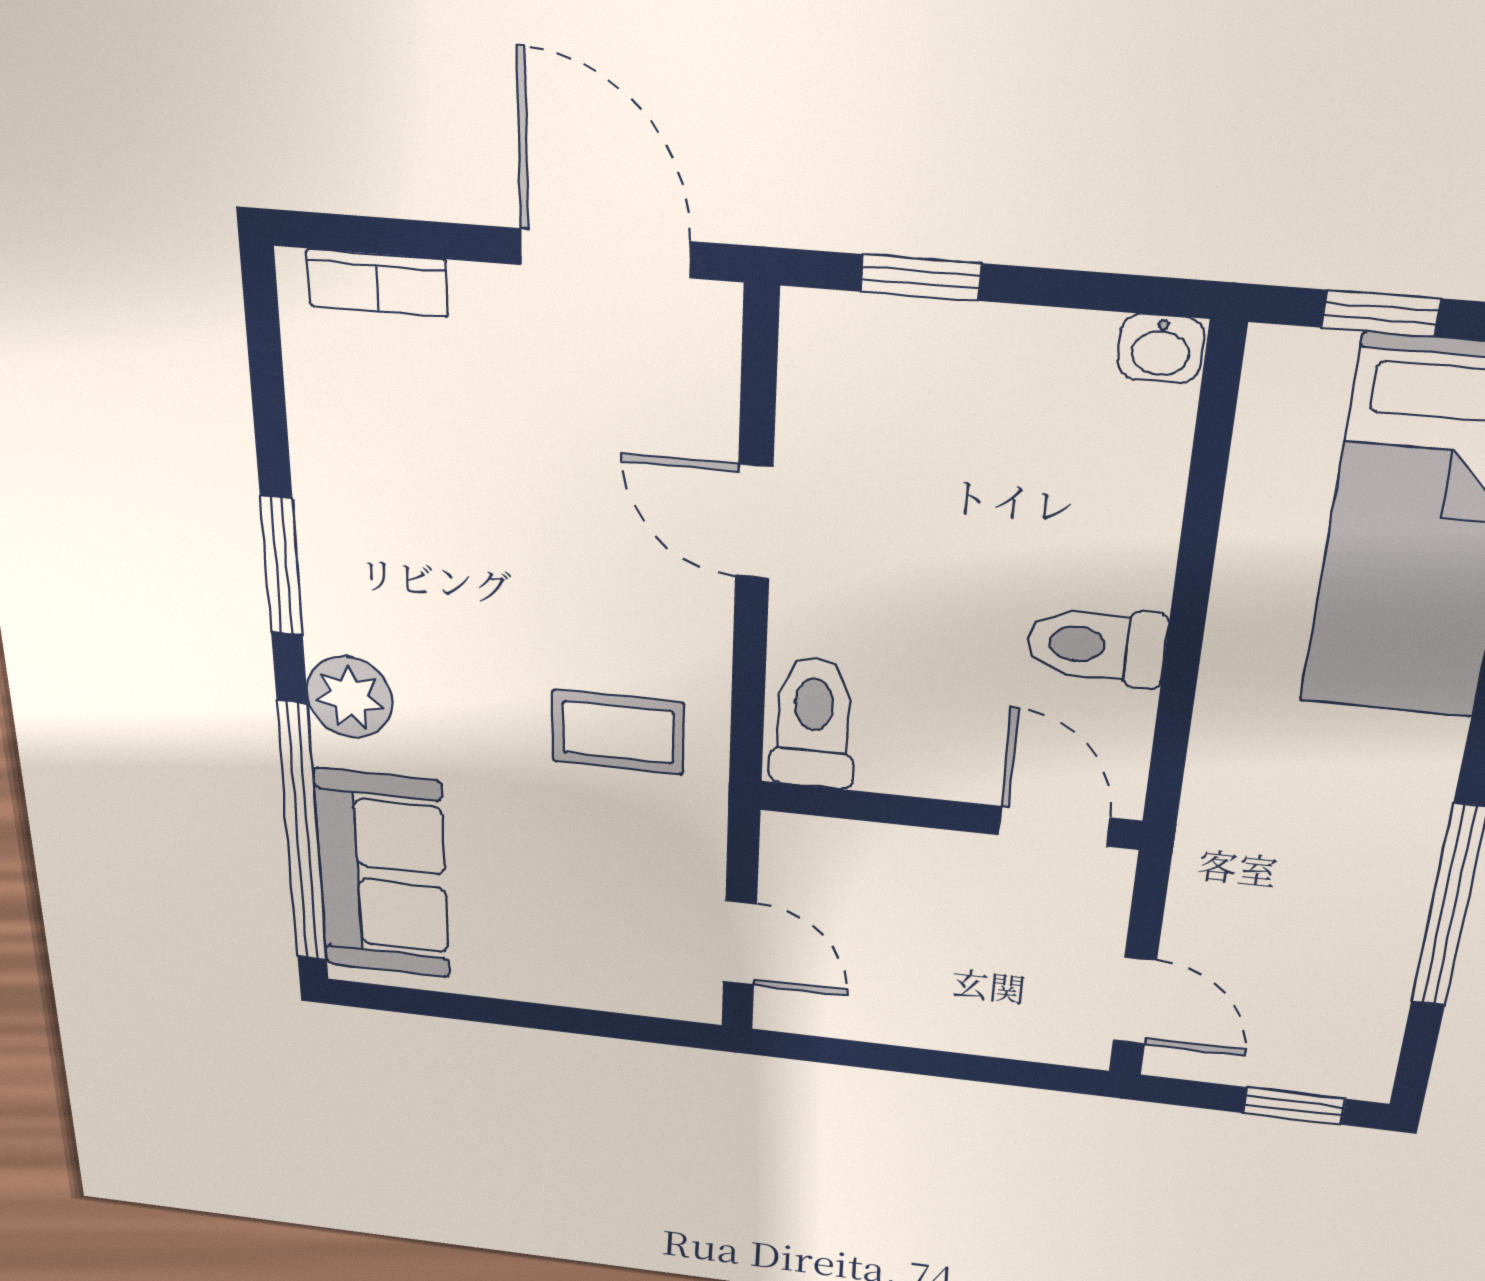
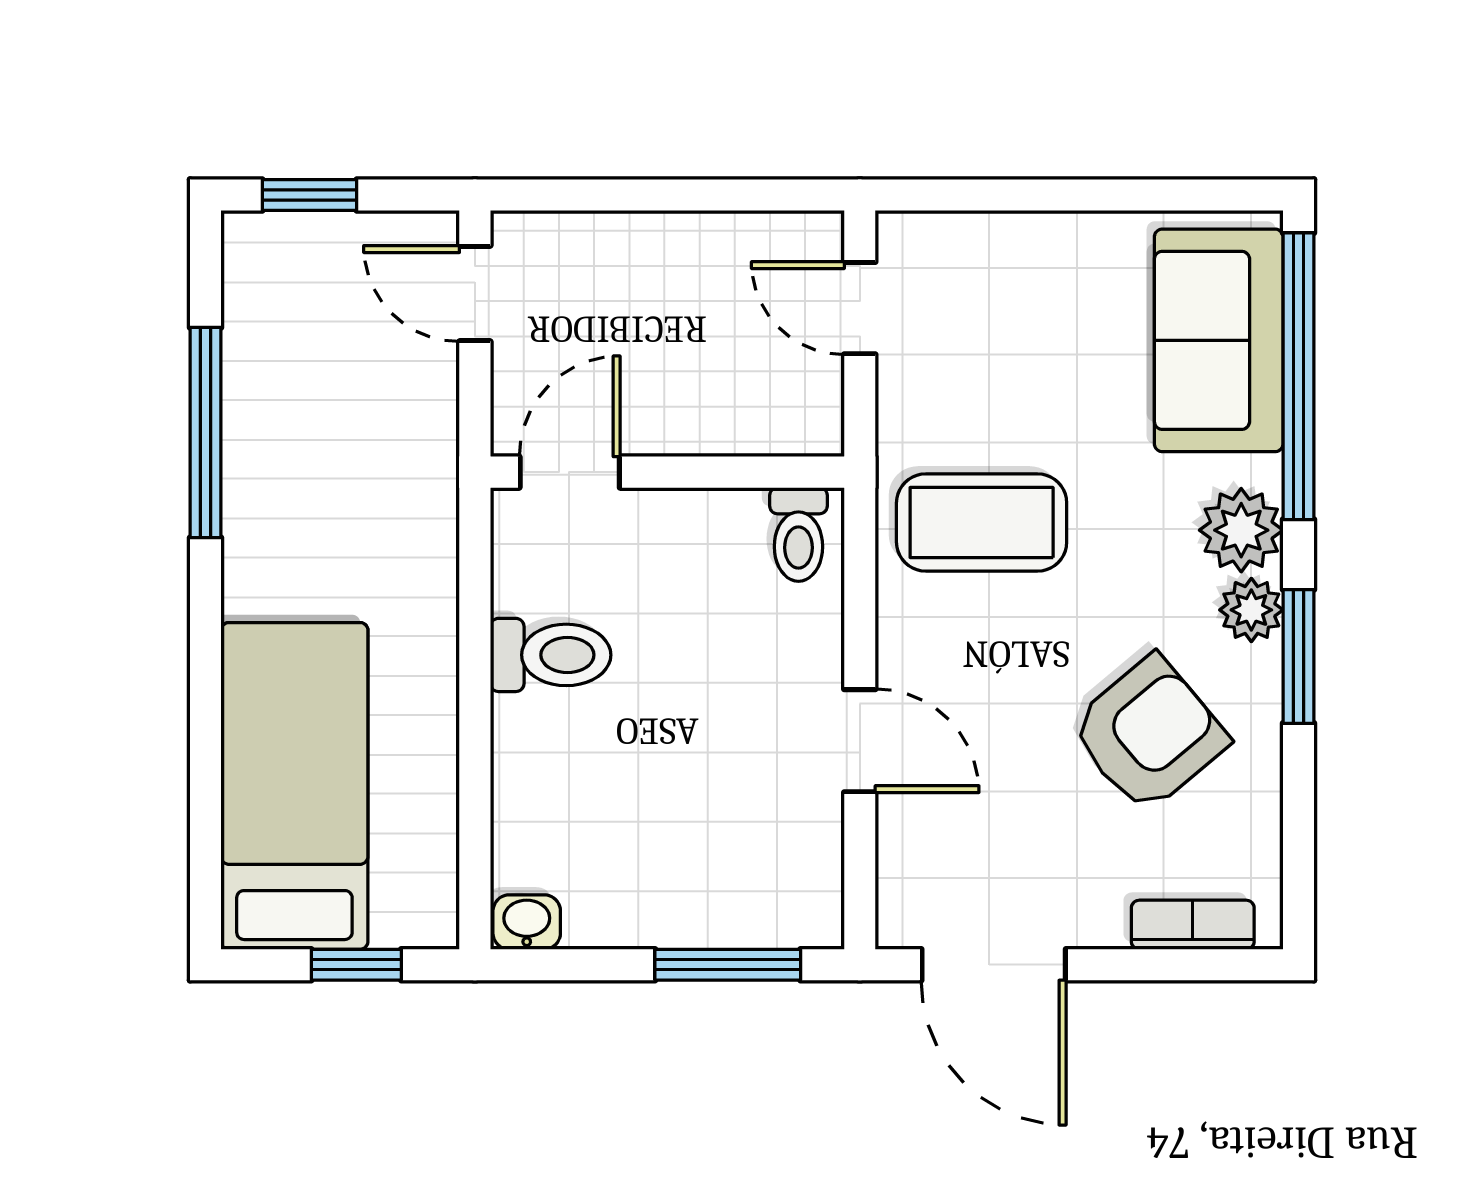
window: (921, 278) -> (728, 965), width x1.50
armchair: (436, 500) -> (1149, 734), added
plant: (334, 618) -> (1251, 610), added
toilet: (813, 723) -> (798, 534), width x0.73, depth x0.72
coffee table: (618, 732) -> (982, 523), width x1.36, depth x1.30
door: (1054, 826) -> (570, 472), swing flipped

